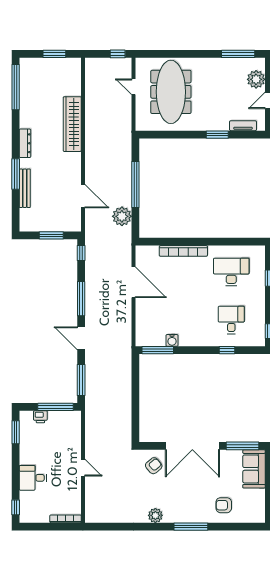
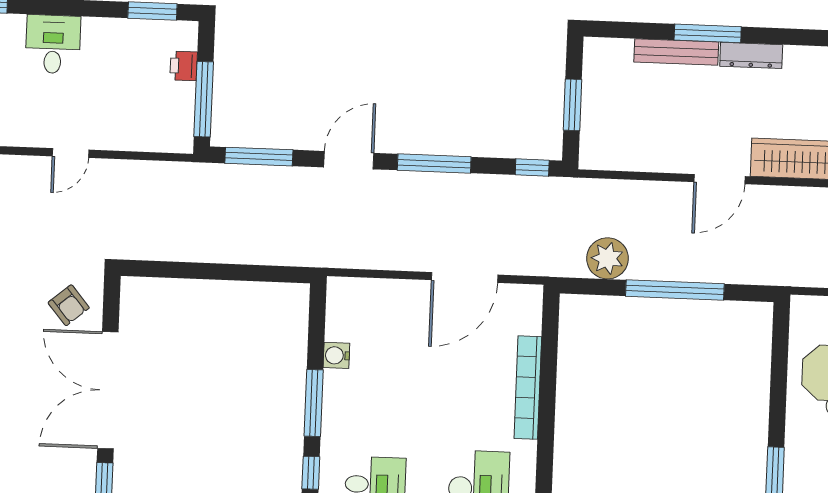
dresser: (25, 143) -> (751, 55), moved
door: (83, 196) -> (720, 179), moved
window: (158, 350) -> (314, 403), moved

